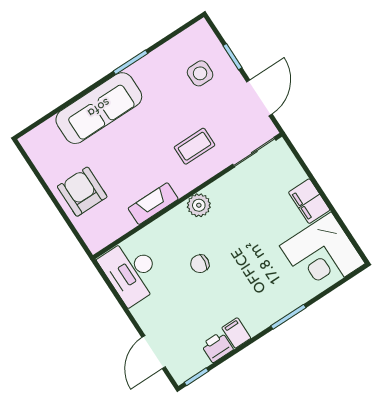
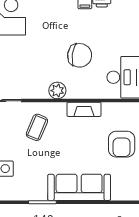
coffee table: (195, 146) -> (37, 127), turned -67
chair: (200, 264) -> (80, 55), width x1.87, depth x1.87

